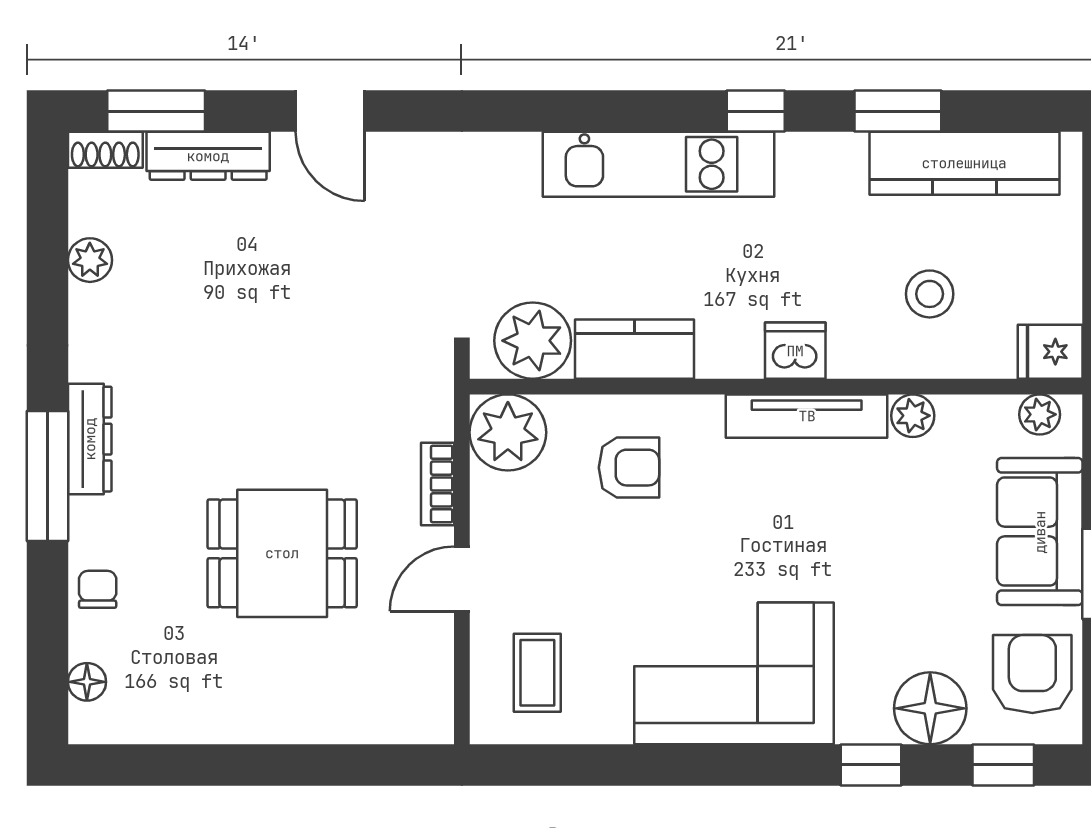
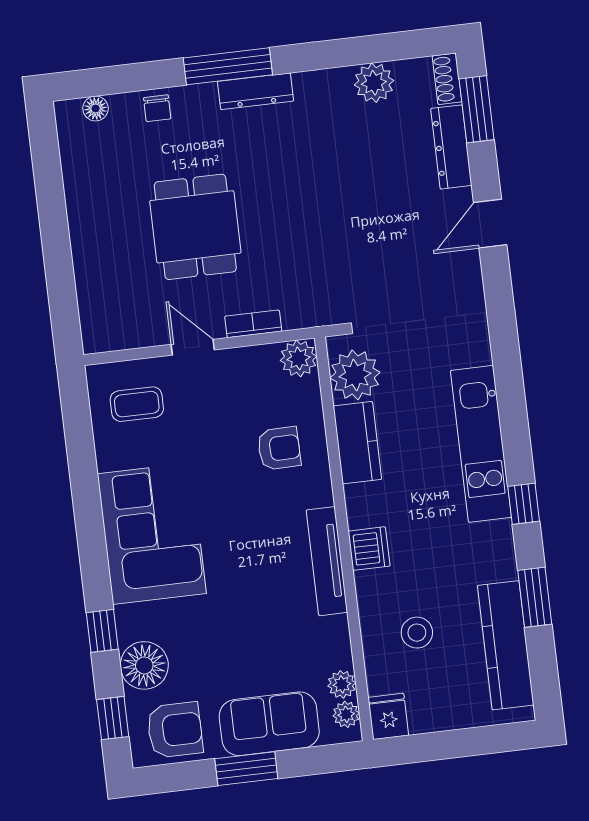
plant: (90, 260) -> (374, 83), width x1.38, depth x1.38
plant: (913, 416) -> (342, 684), moved
plant: (508, 432) -> (299, 358), width x0.73, depth x0.73
armchair: (629, 468) -> (279, 448), turned -91
chair: (98, 589) -> (157, 108), turned 90

